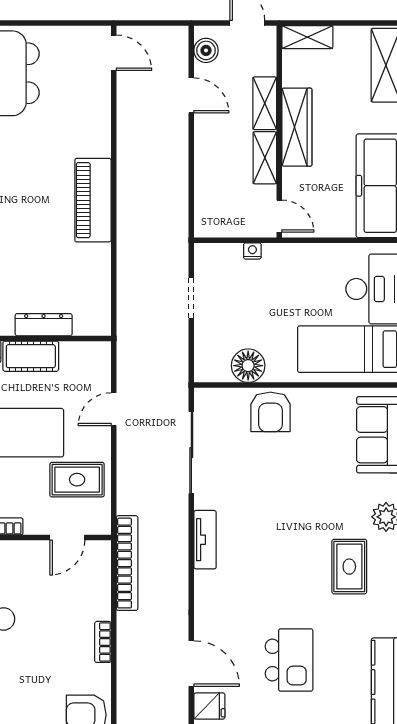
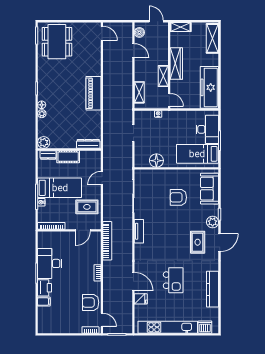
shelving: (265, 103) -> (139, 92), moved
dresser: (44, 325) -> (88, 144), moved
armchair: (270, 412) -> (178, 197), moved, turned 90

